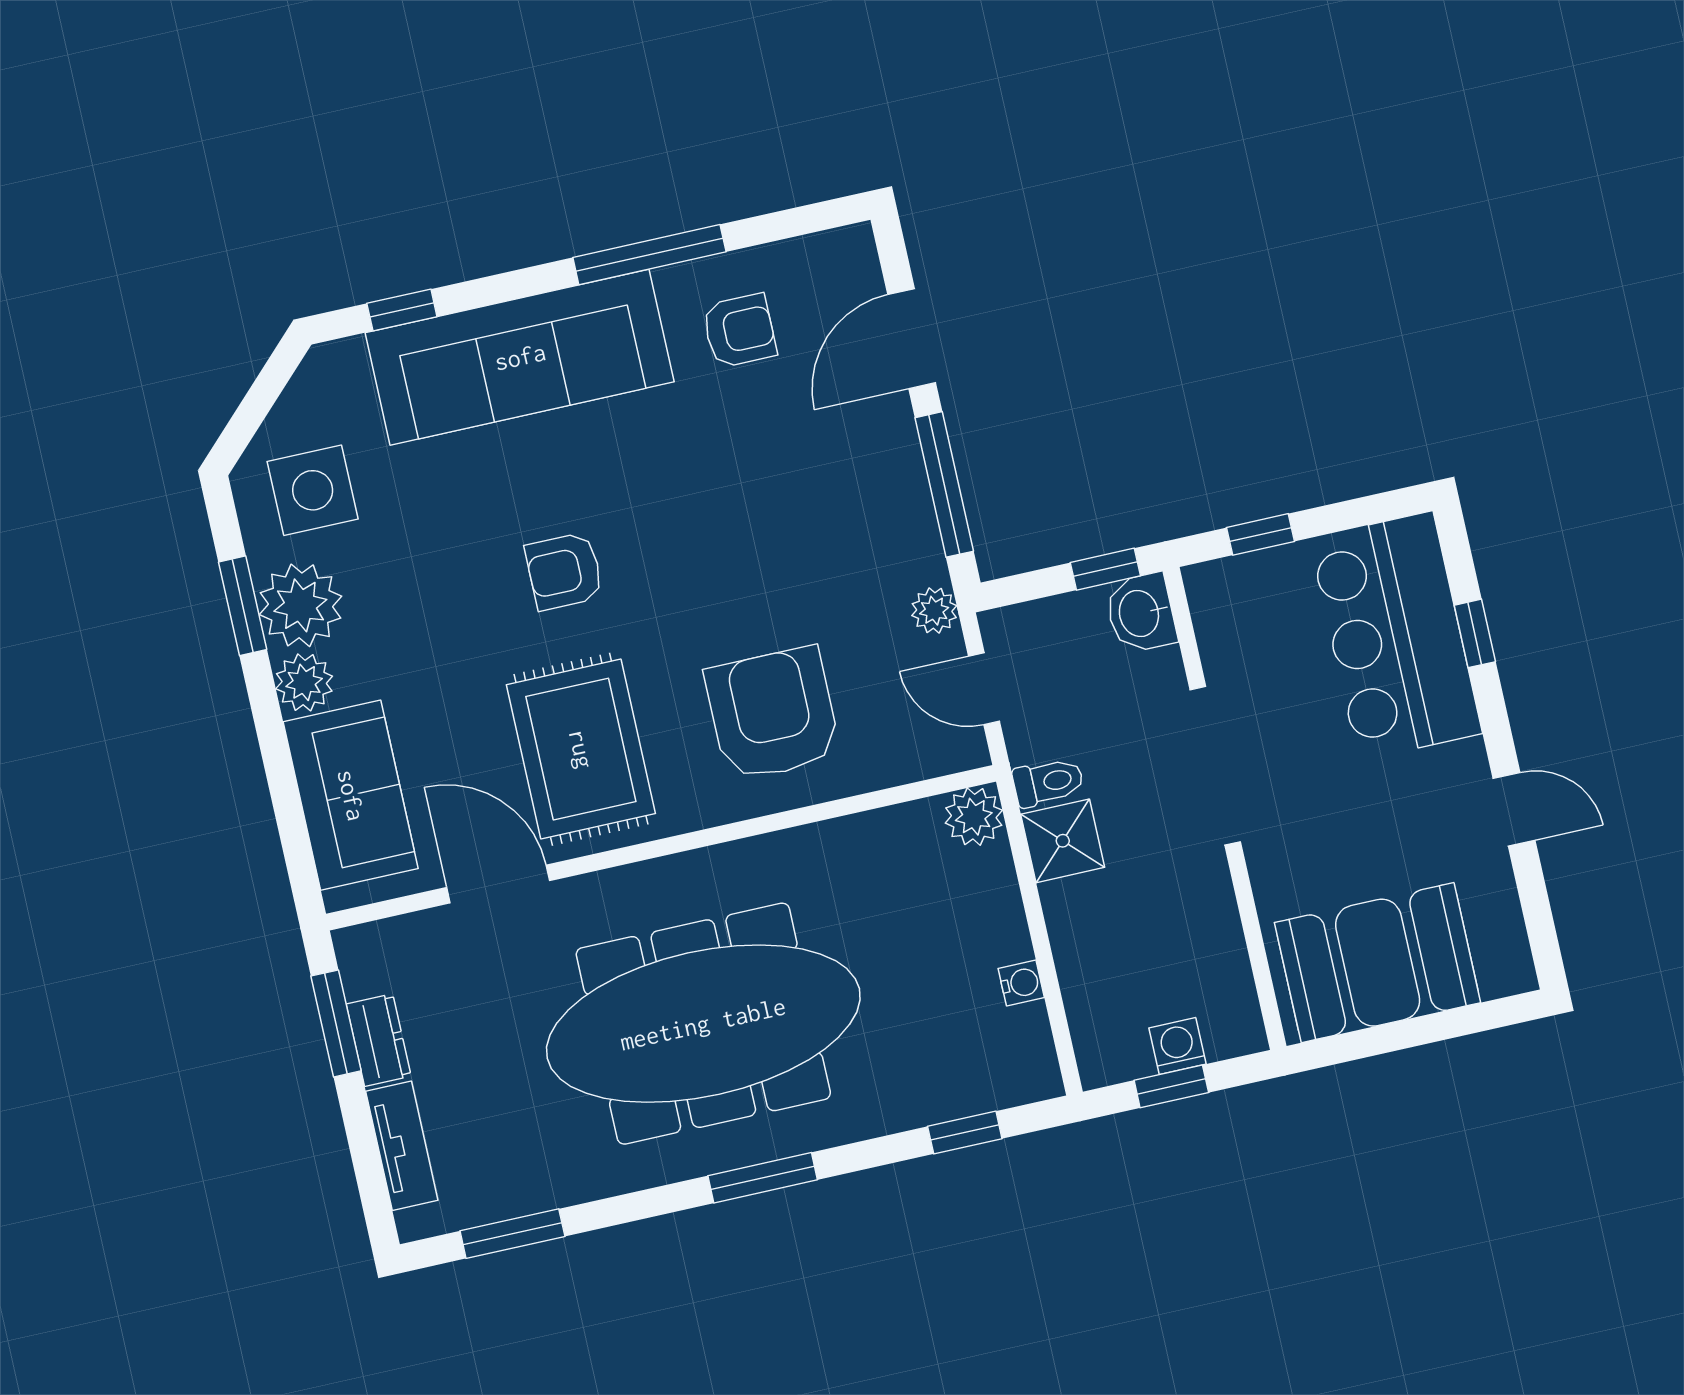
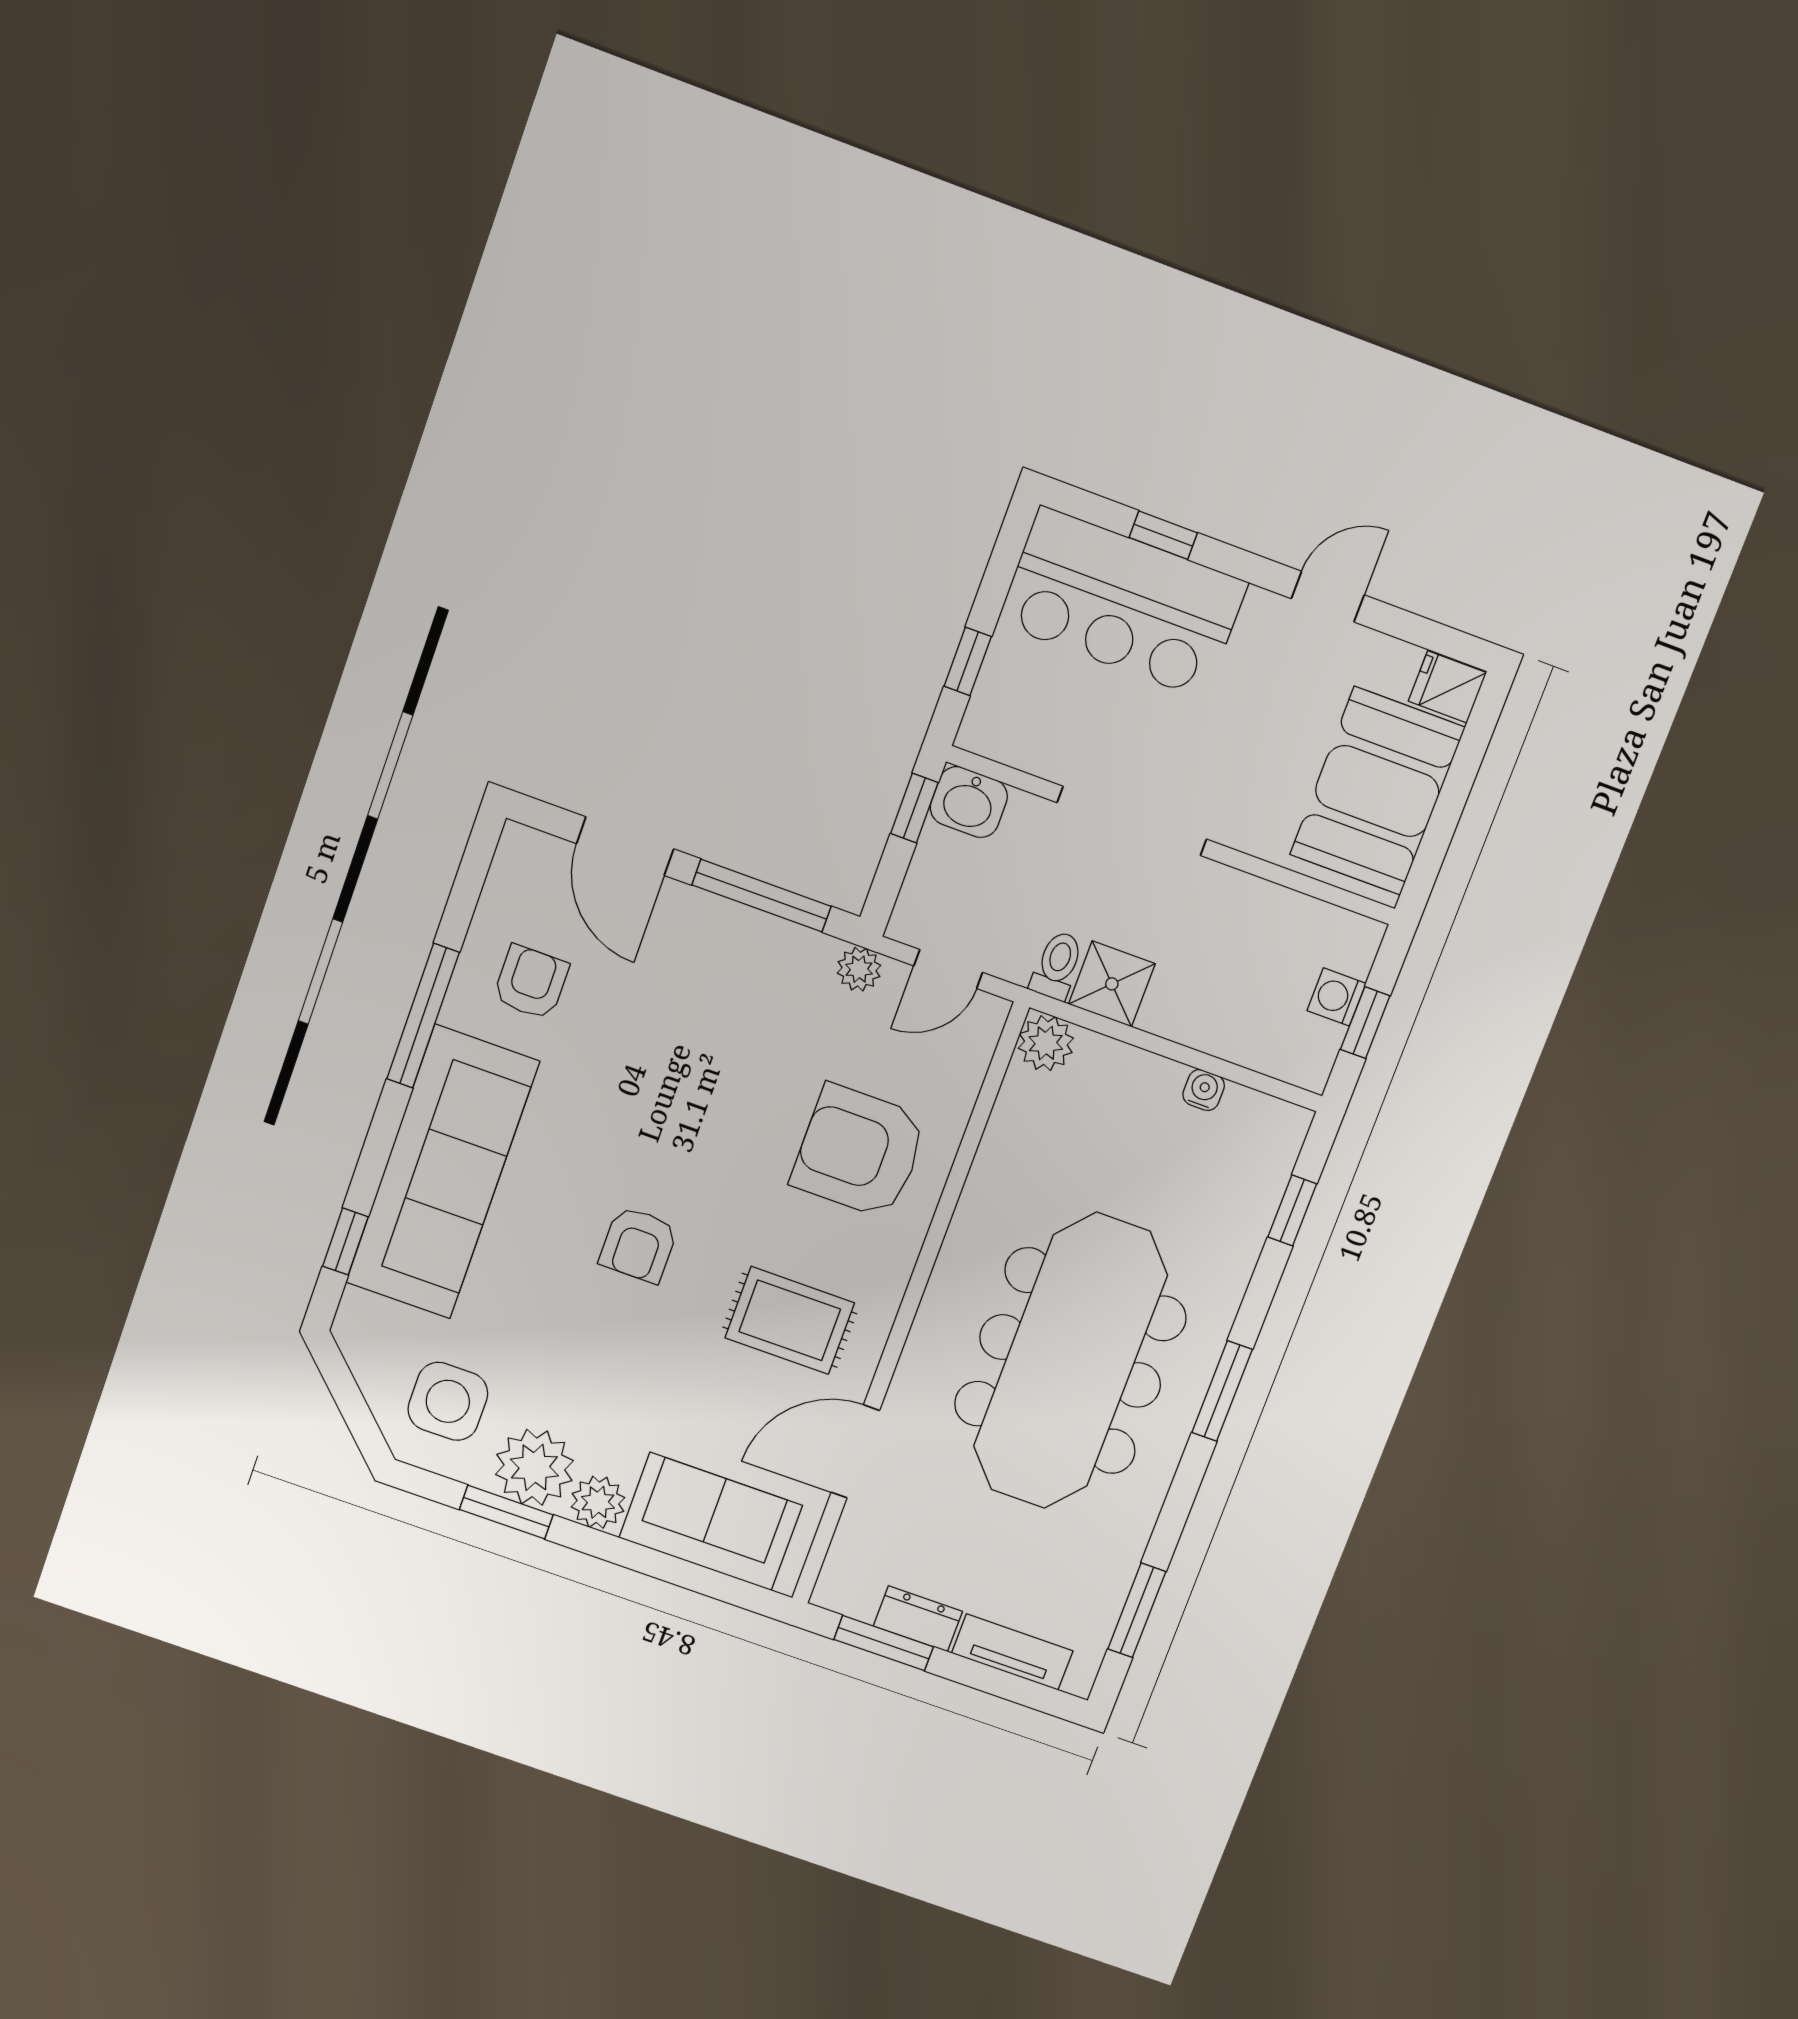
rug: (581, 749) -> (790, 1320), width x0.73, depth x0.70
fridge: (1505, 964) -> (1447, 687), added

